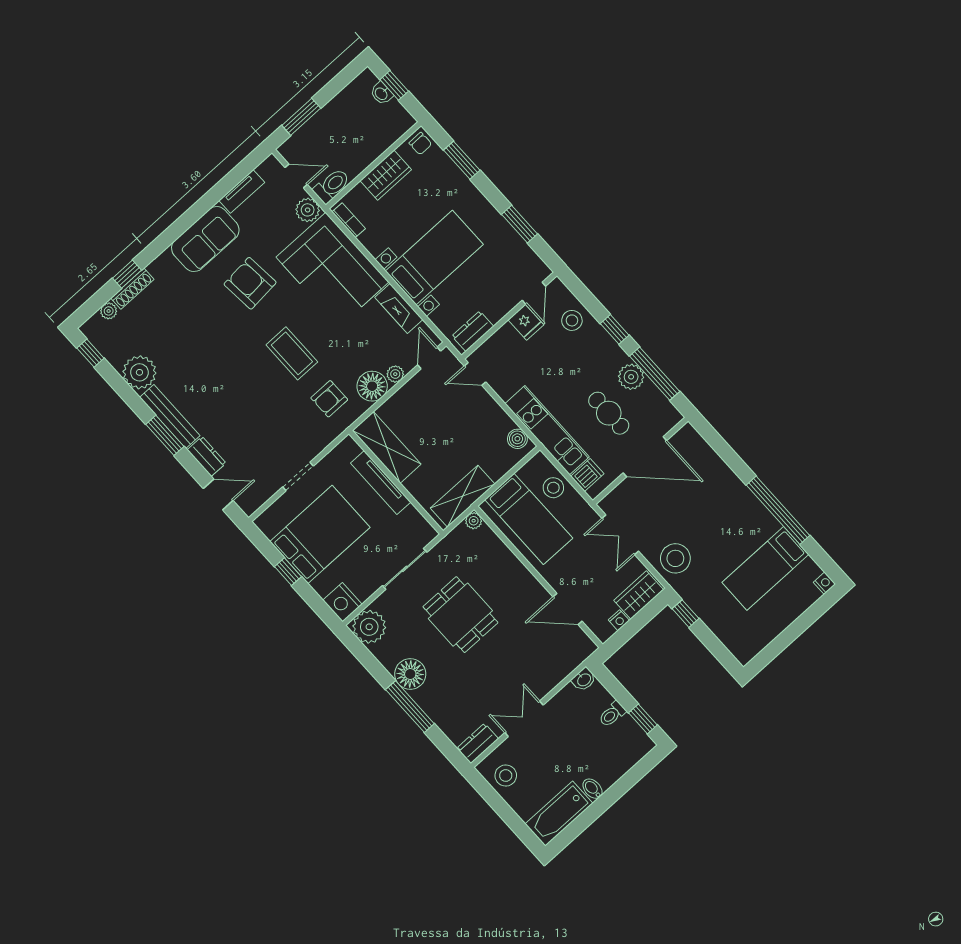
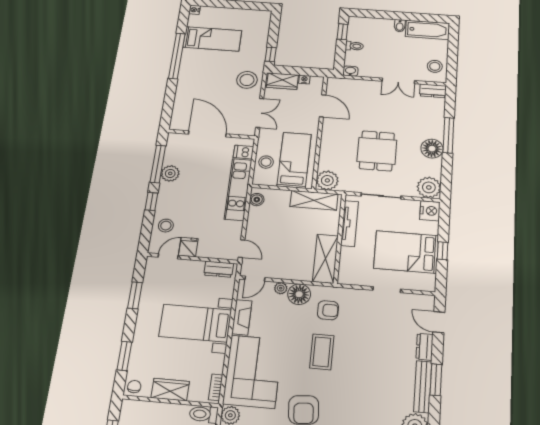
cafe table: (609, 413) -> (200, 168), removed
tv unit: (381, 483) -> (349, 223), moved
plant: (474, 521) -> (327, 180), width x1.88, depth x1.88

